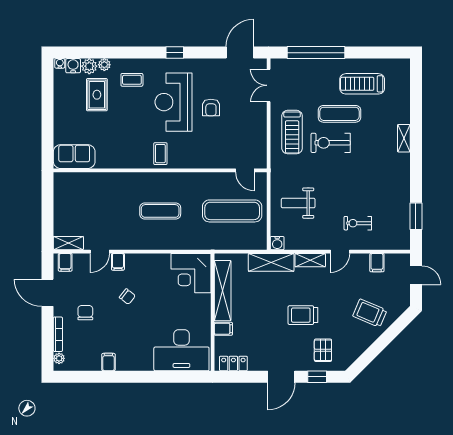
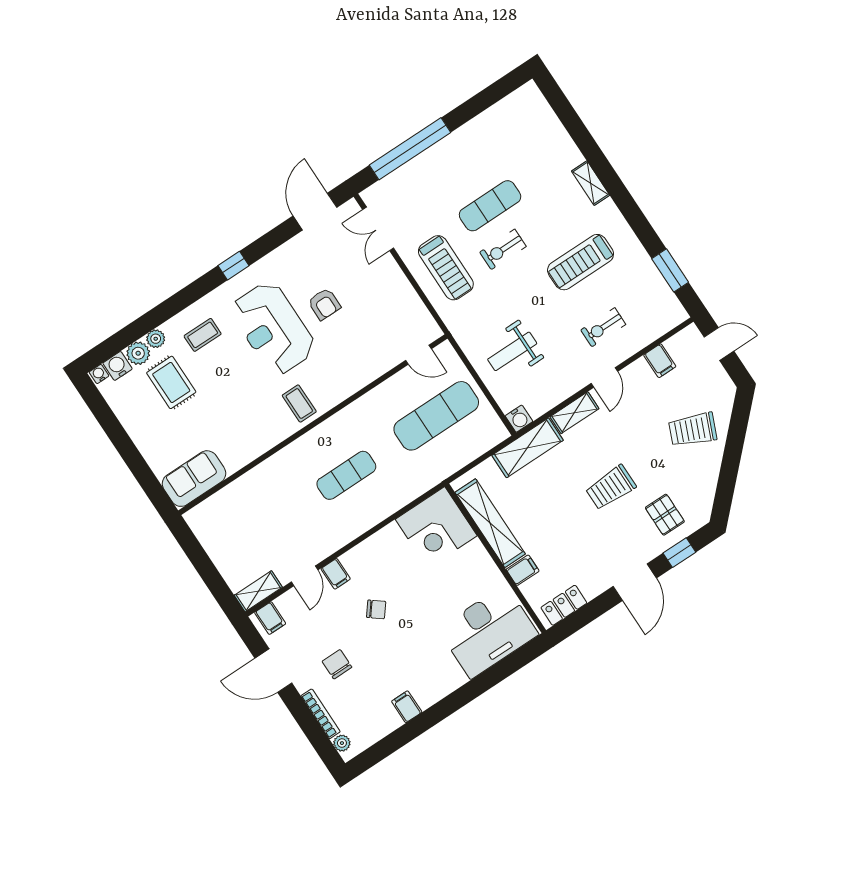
treadmill: (362, 84) -> (581, 262), moved
exercise bike: (331, 143) -> (503, 249), width x0.73, depth x0.72

